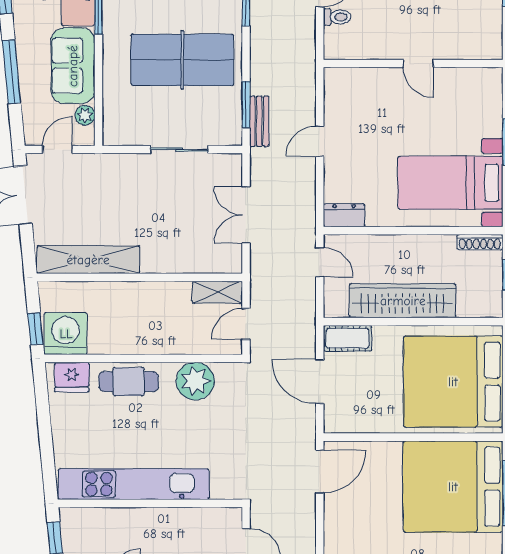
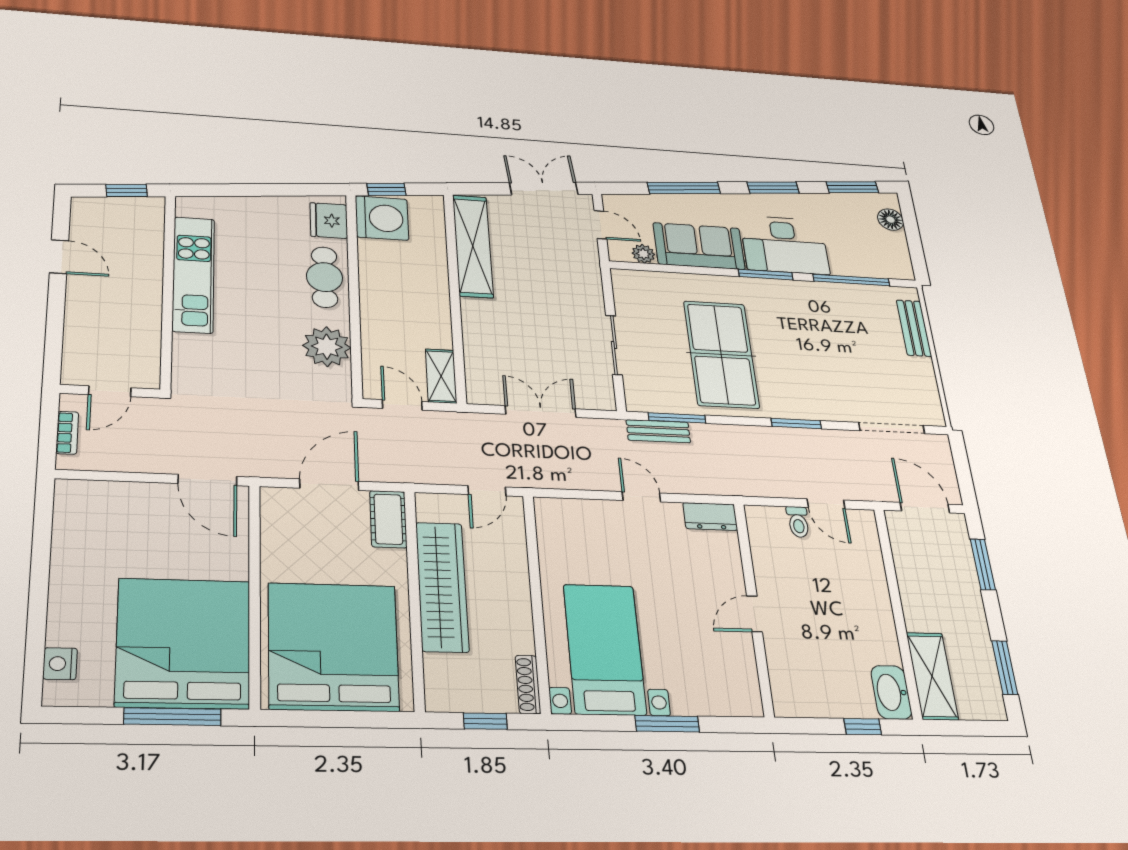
dresser: (344, 215) -> (710, 516), moved, turned 90
kitchen unit: (134, 484) -> (193, 274), width x0.73

